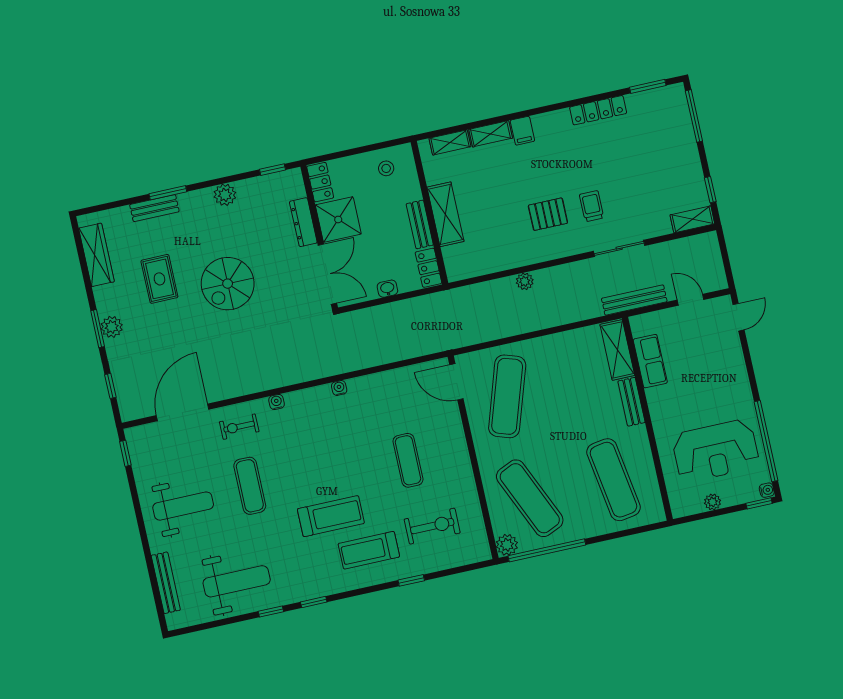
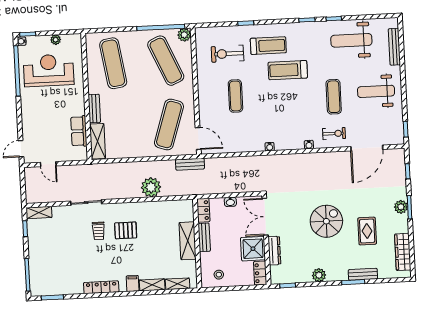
locker: (598, 110) -> (101, 287), moved
plant: (525, 281) -> (151, 187), width x1.88, depth x1.88
bench: (634, 300) -> (190, 164), moved, width x0.73

